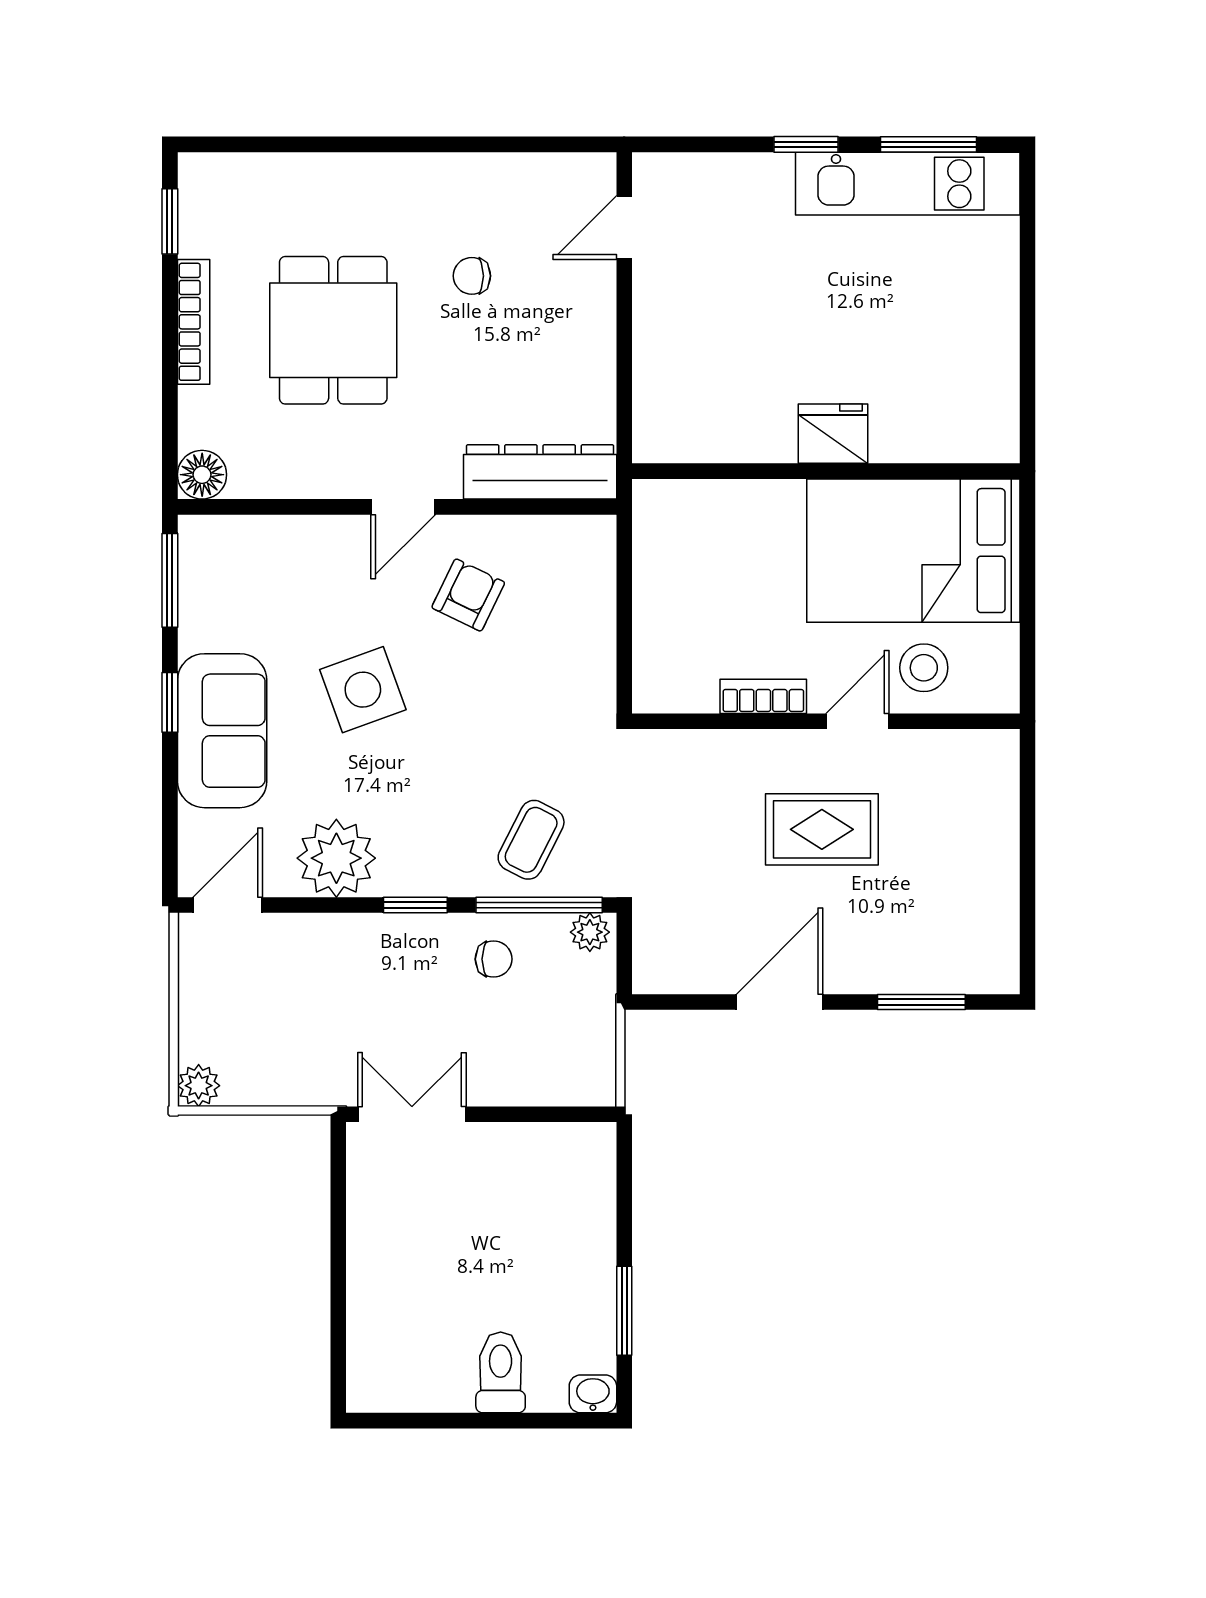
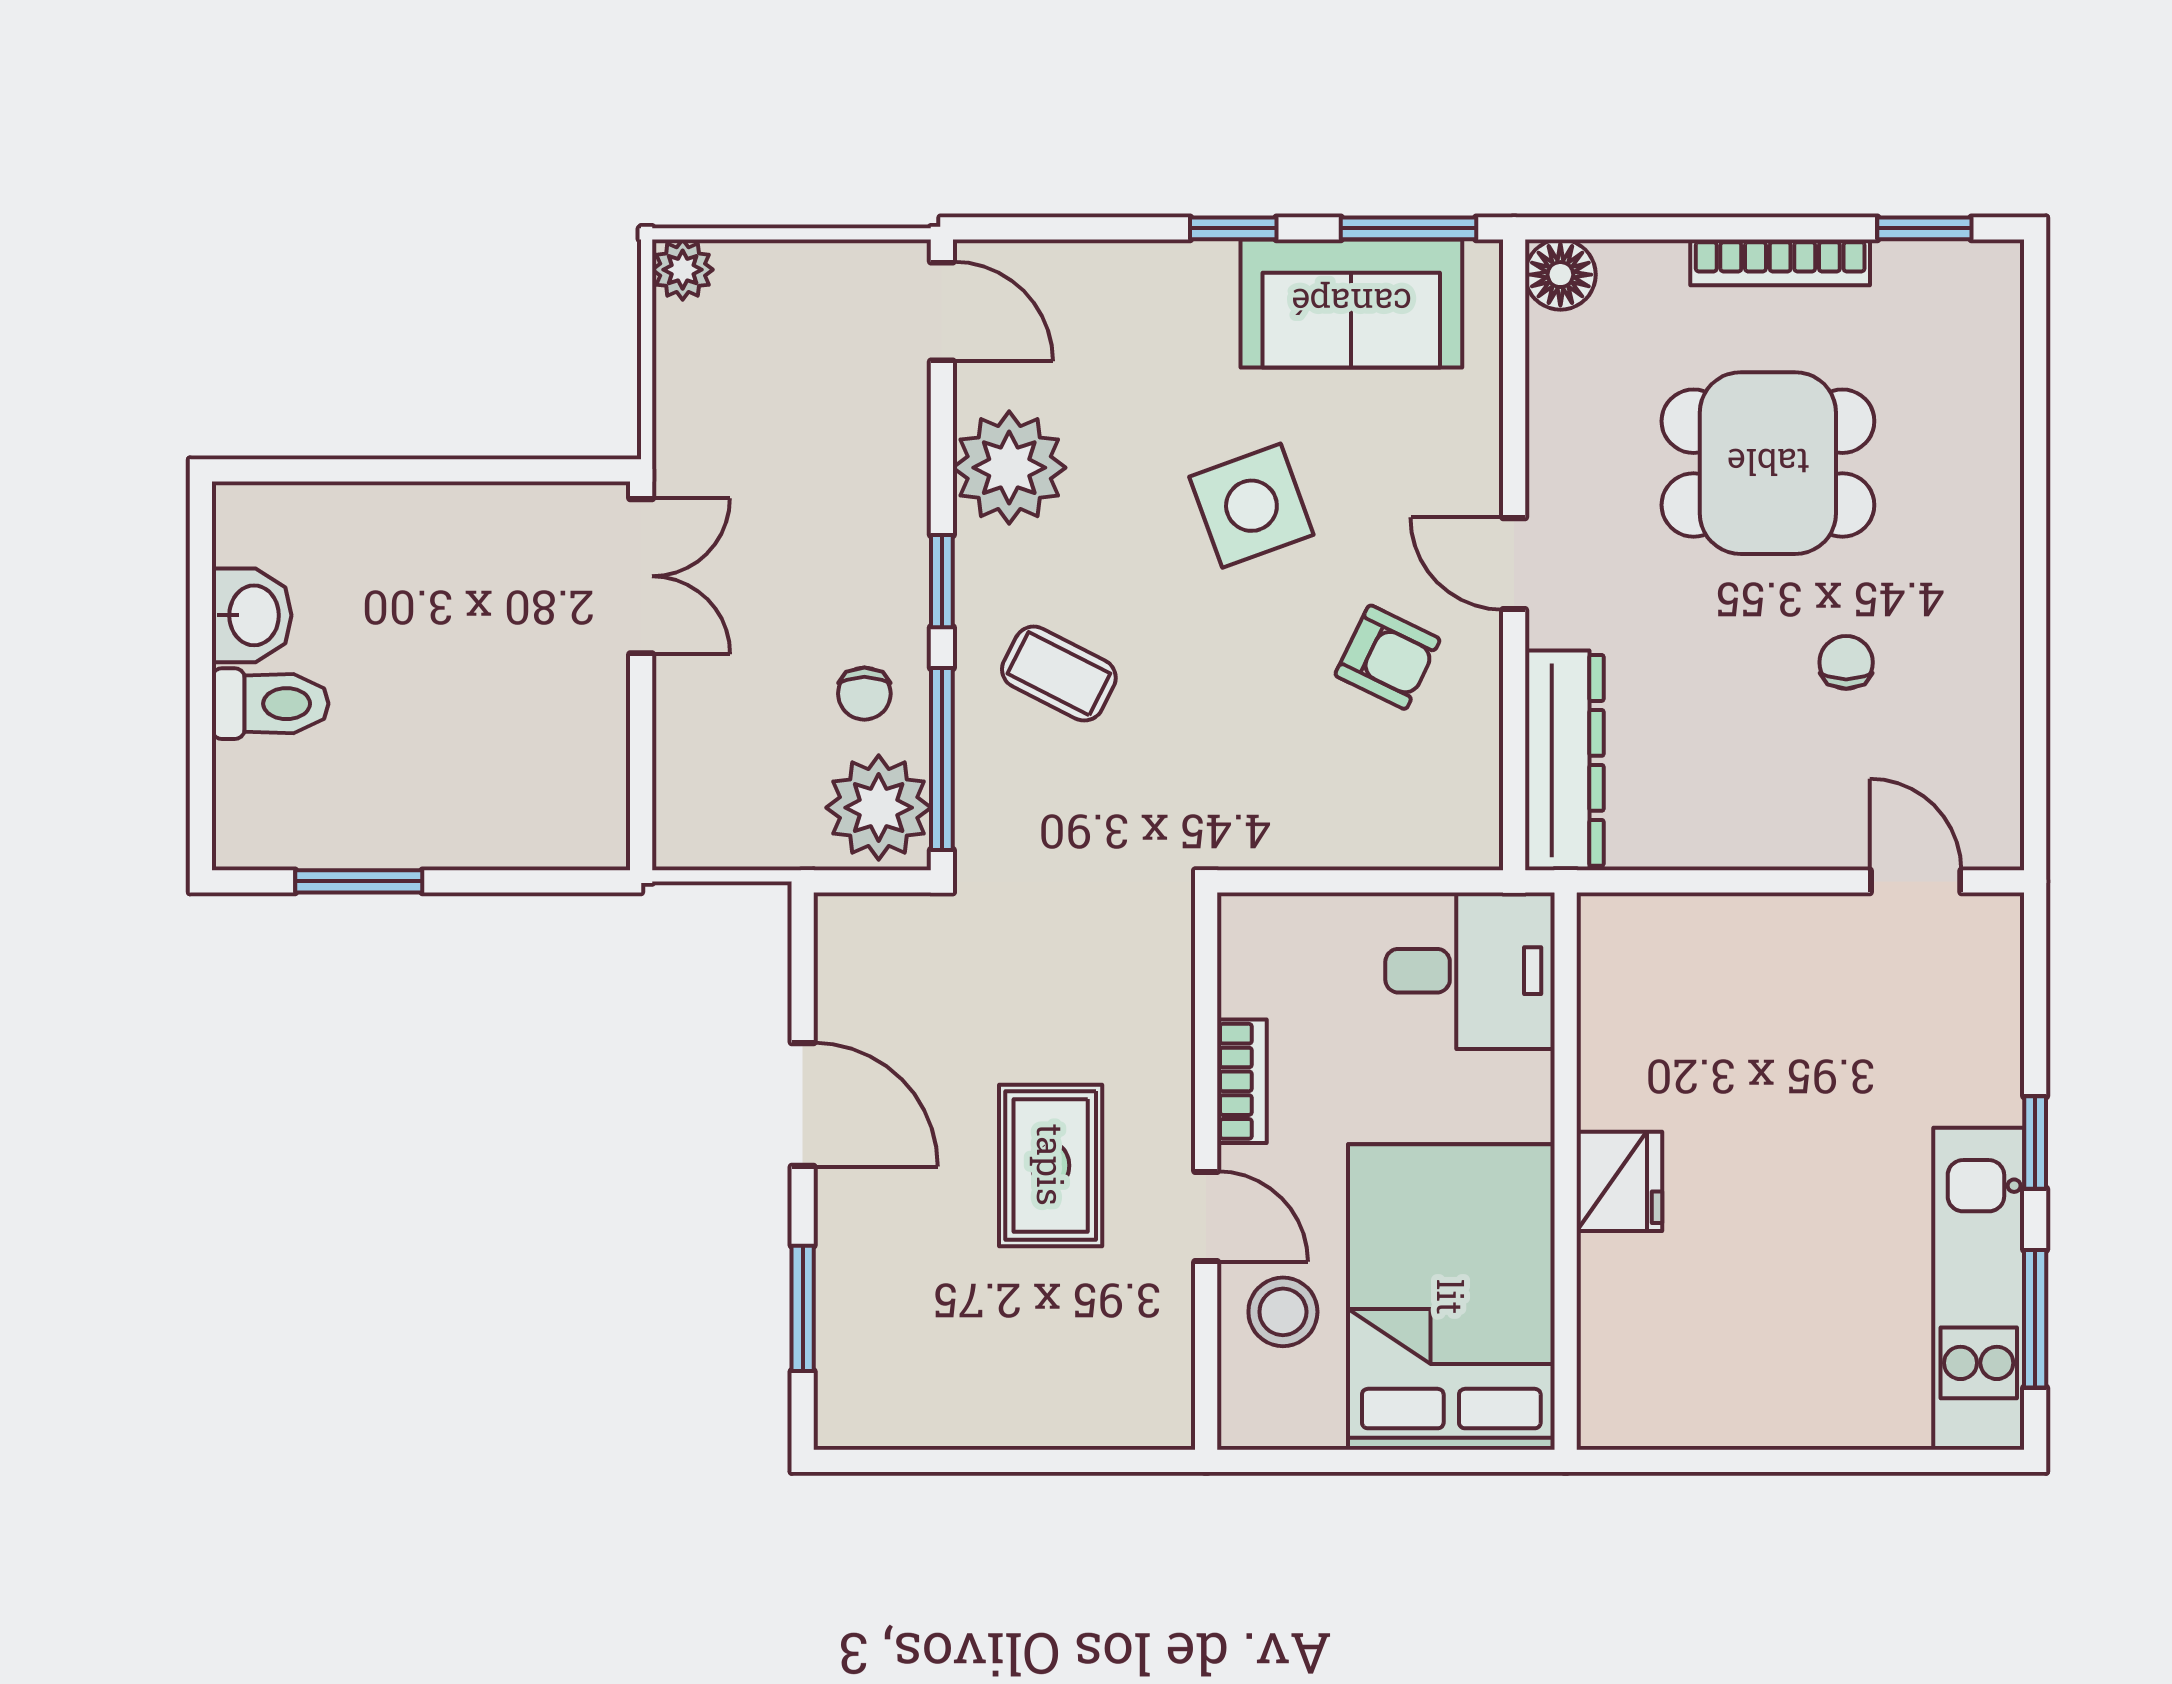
desk: (686, 538) -> (1470, 971), added
sofa: (222, 731) -> (1351, 303), moved
coffee table: (531, 840) -> (1059, 674), moved
plant: (590, 932) -> (879, 808), width x1.88, depth x1.88
washbasin: (593, 1394) -> (252, 615), moved, width x1.38, depth x1.45

